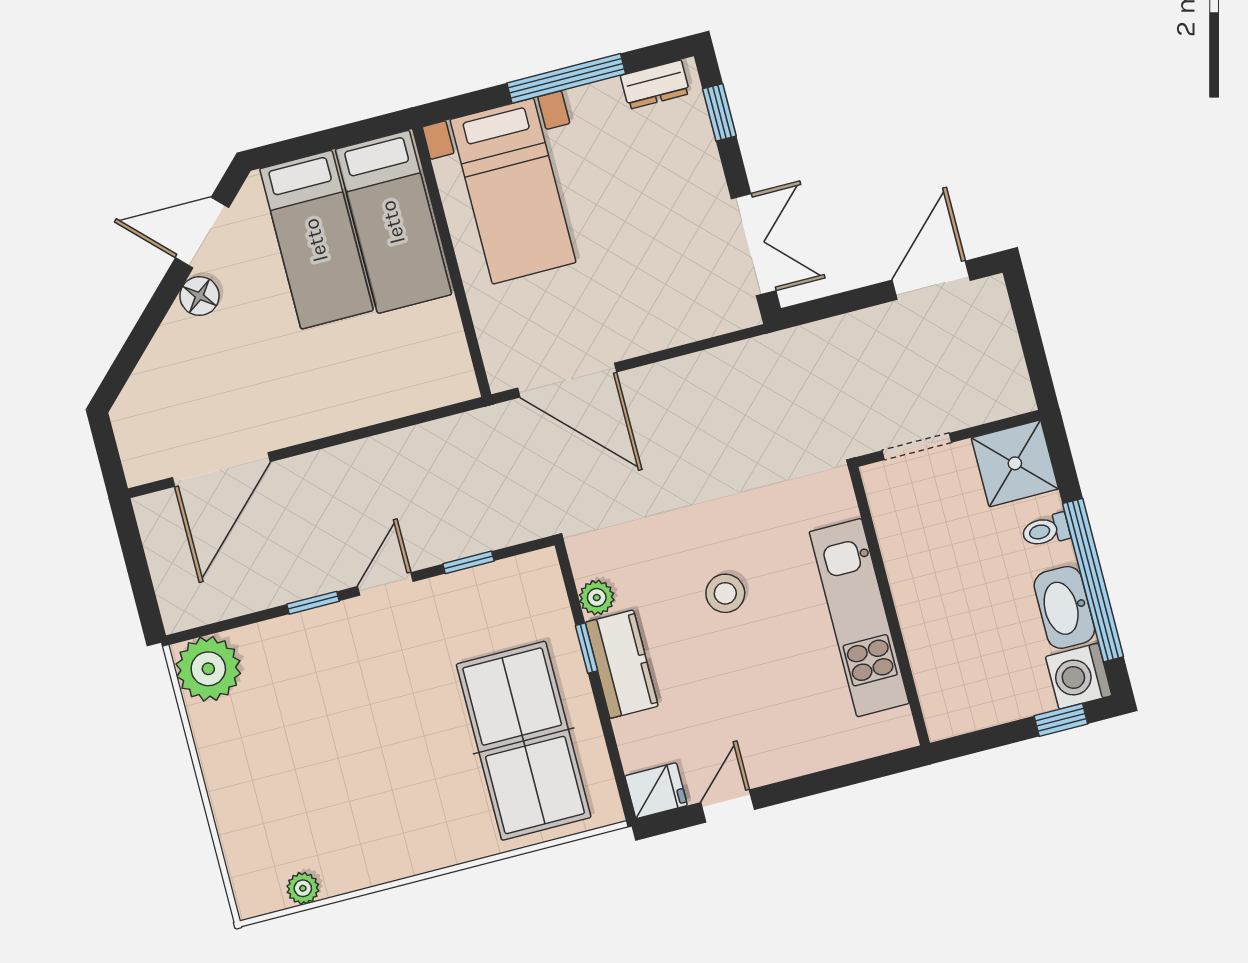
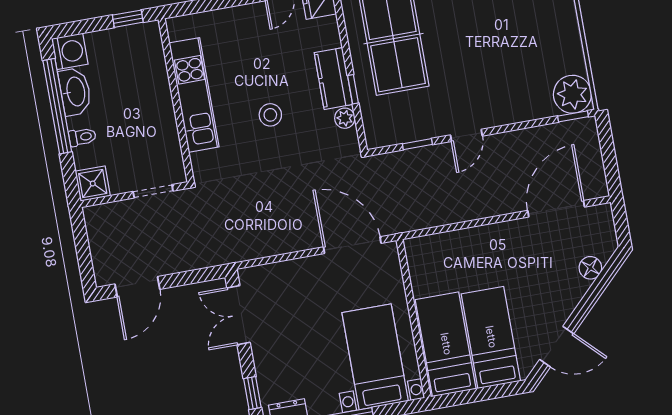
floor lamp: (199, 296) -> (590, 268), moved
shower: (1015, 463) -> (93, 184), width x0.73, depth x0.73
window: (313, 603) -> (573, 116), moved
window: (1061, 720) -> (128, 19), moved

